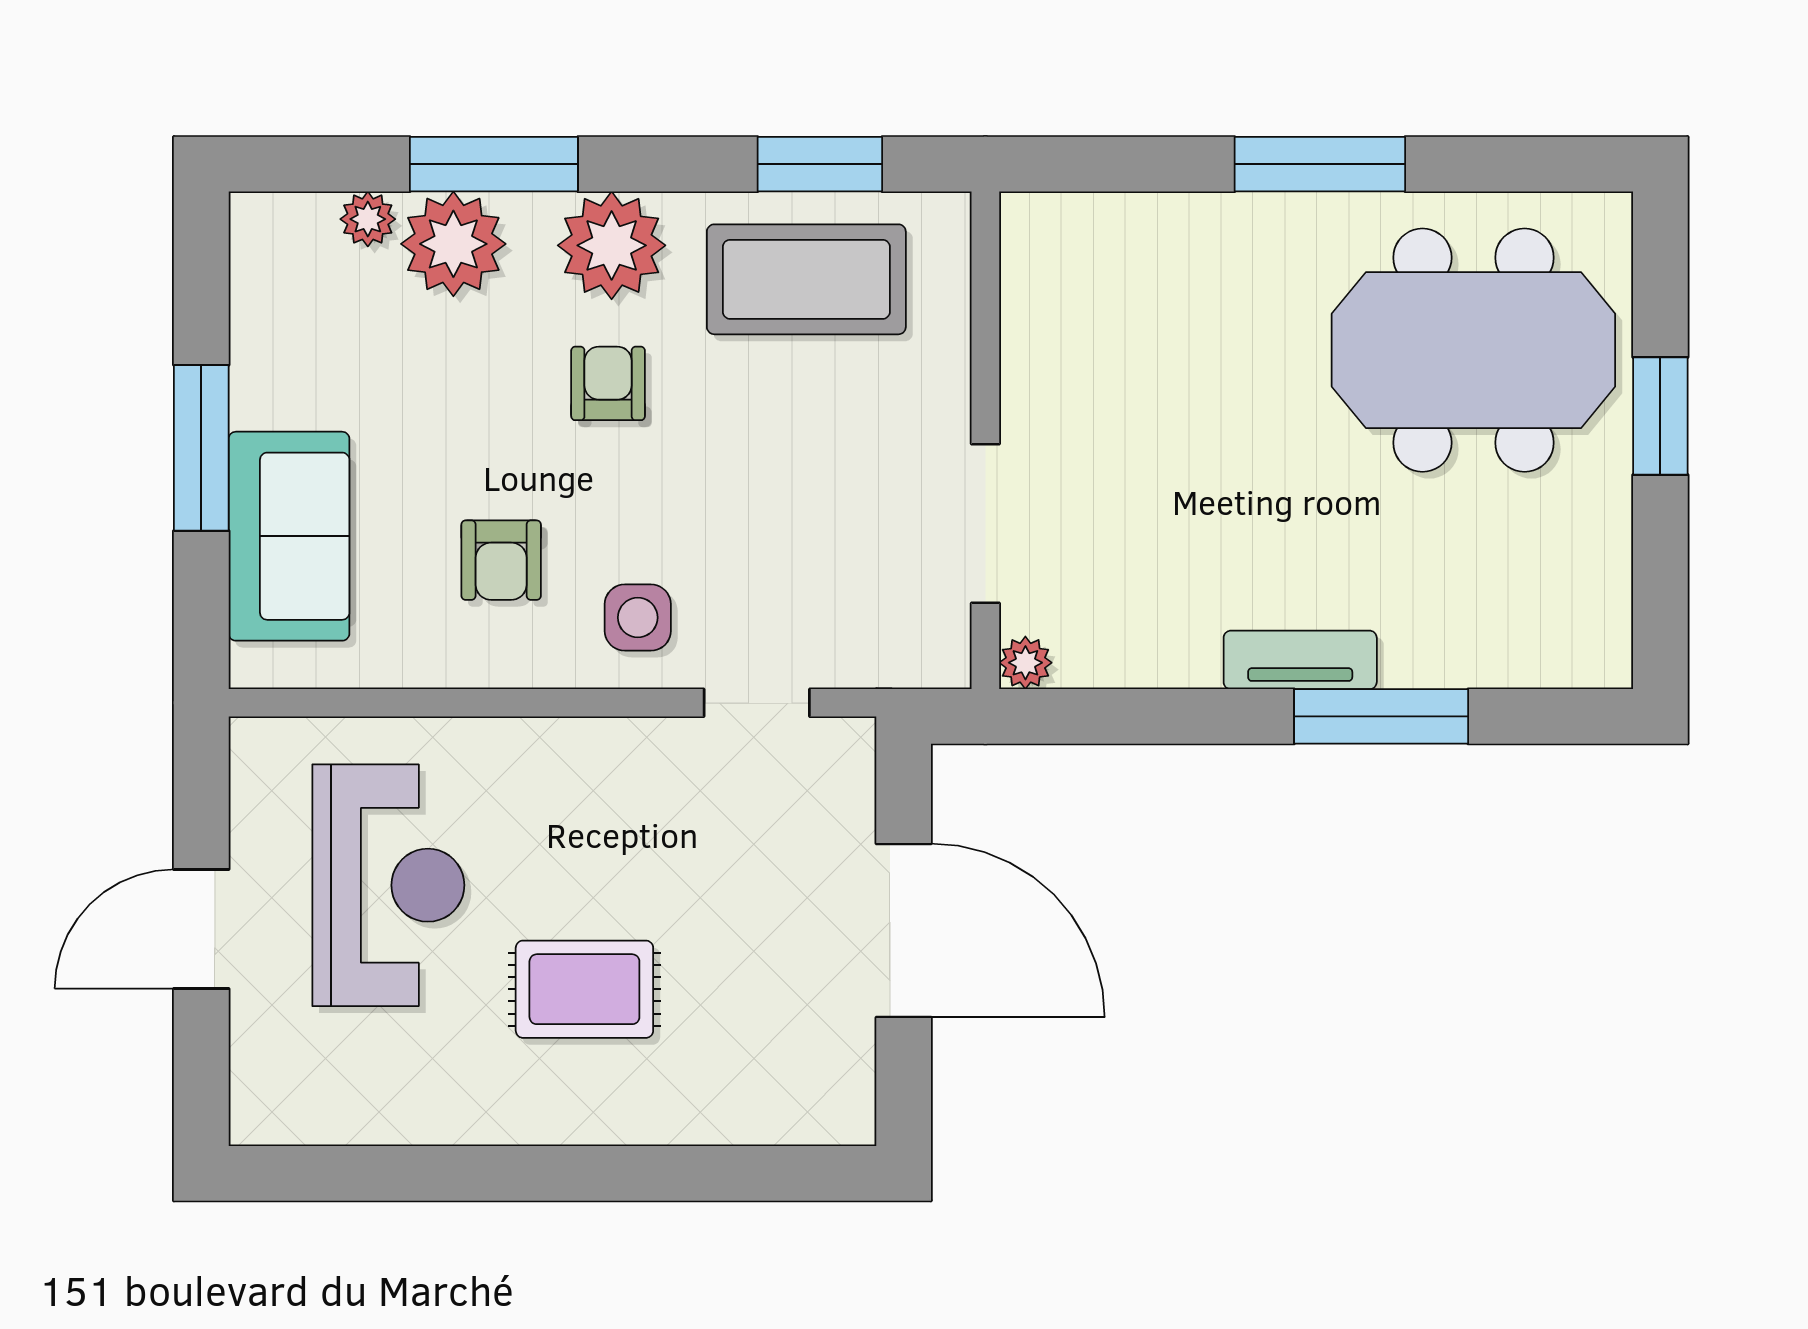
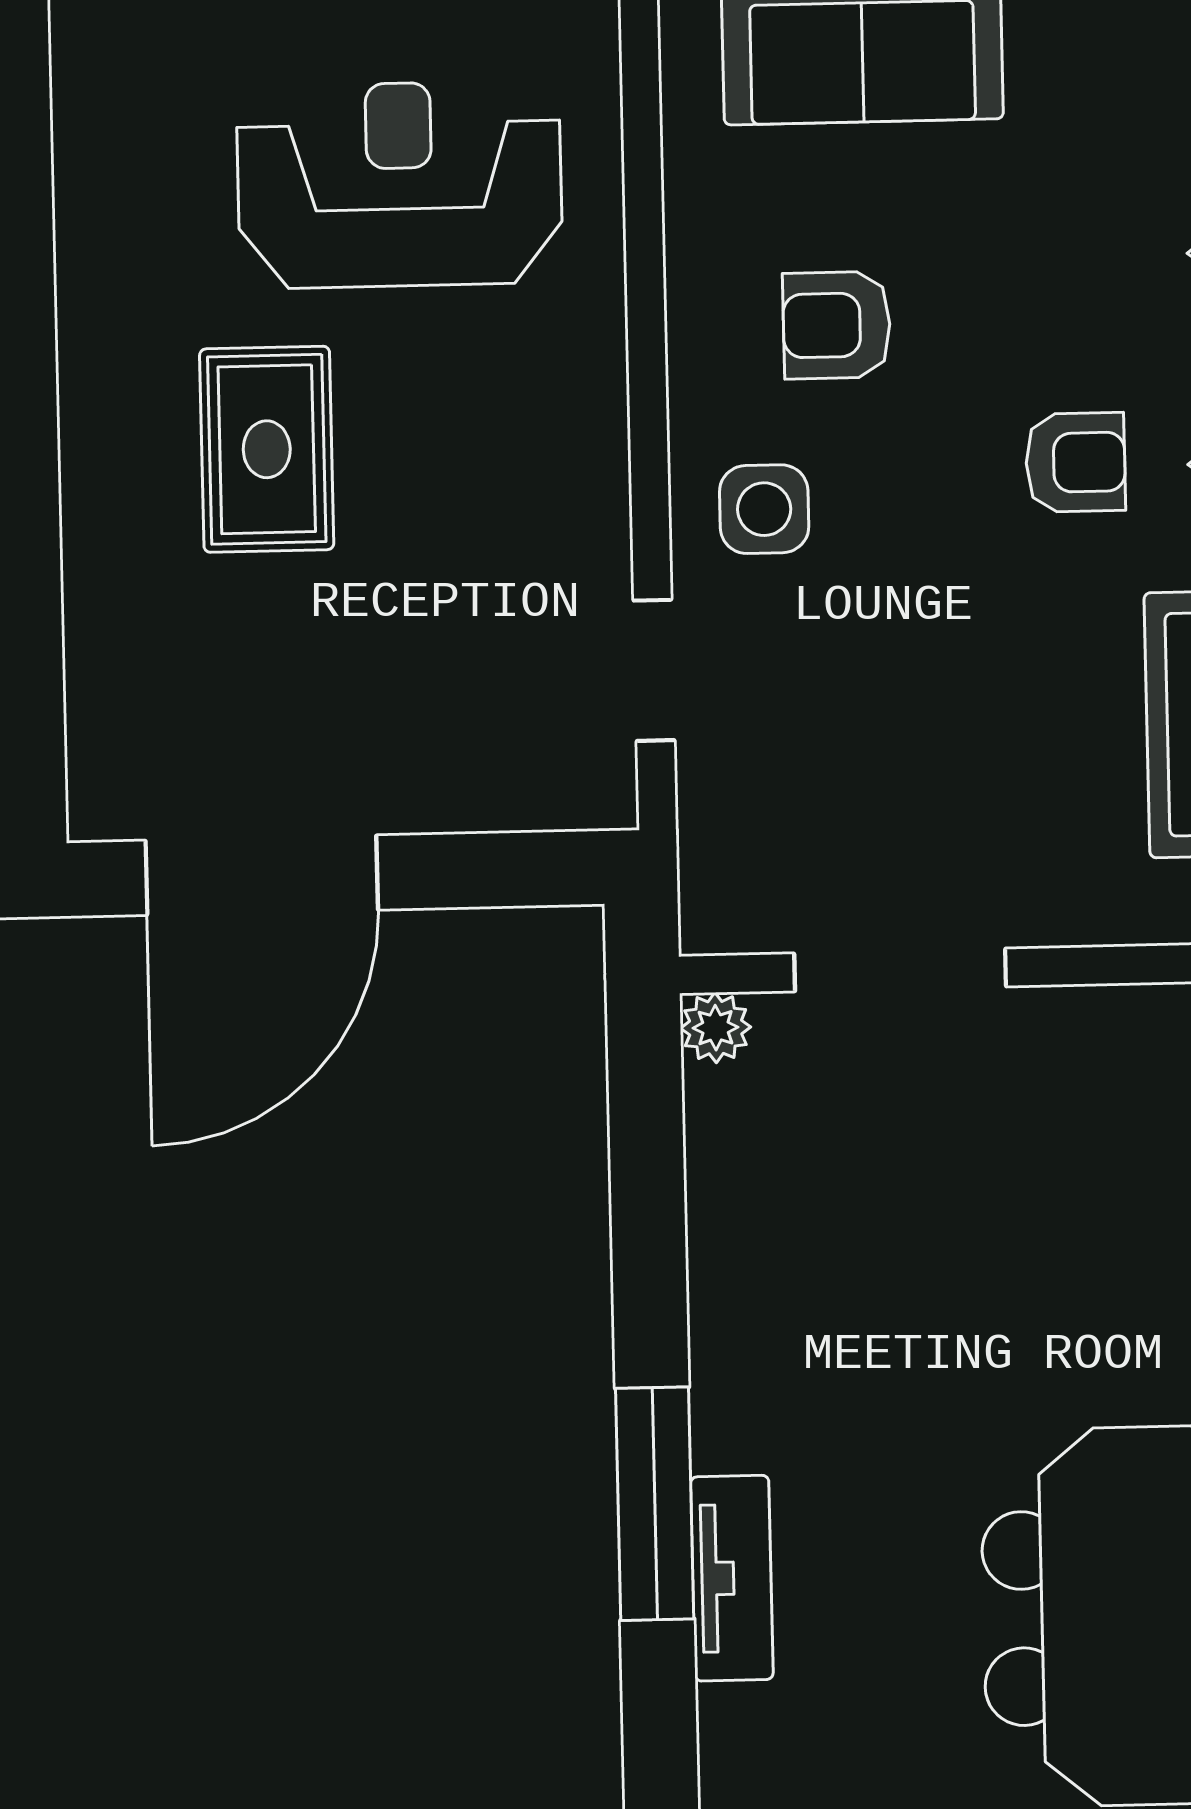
tv unit: (1300, 660) -> (732, 1578), moved
reception desk: (388, 885) -> (400, 185), turned 180
door: (904, 930) -> (262, 875), moved

